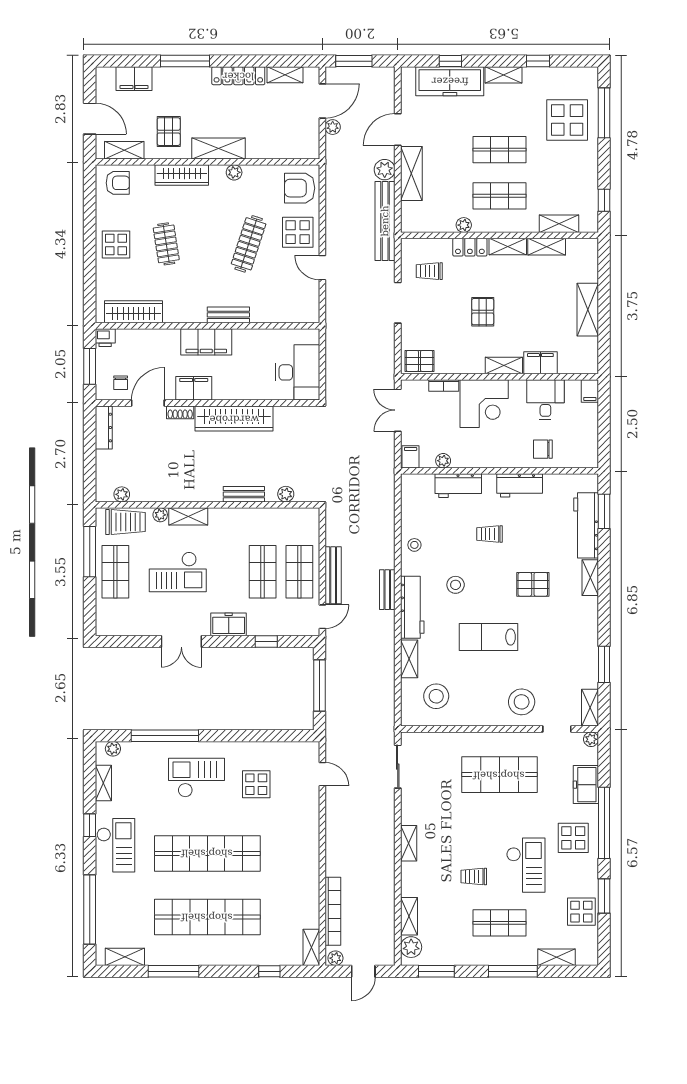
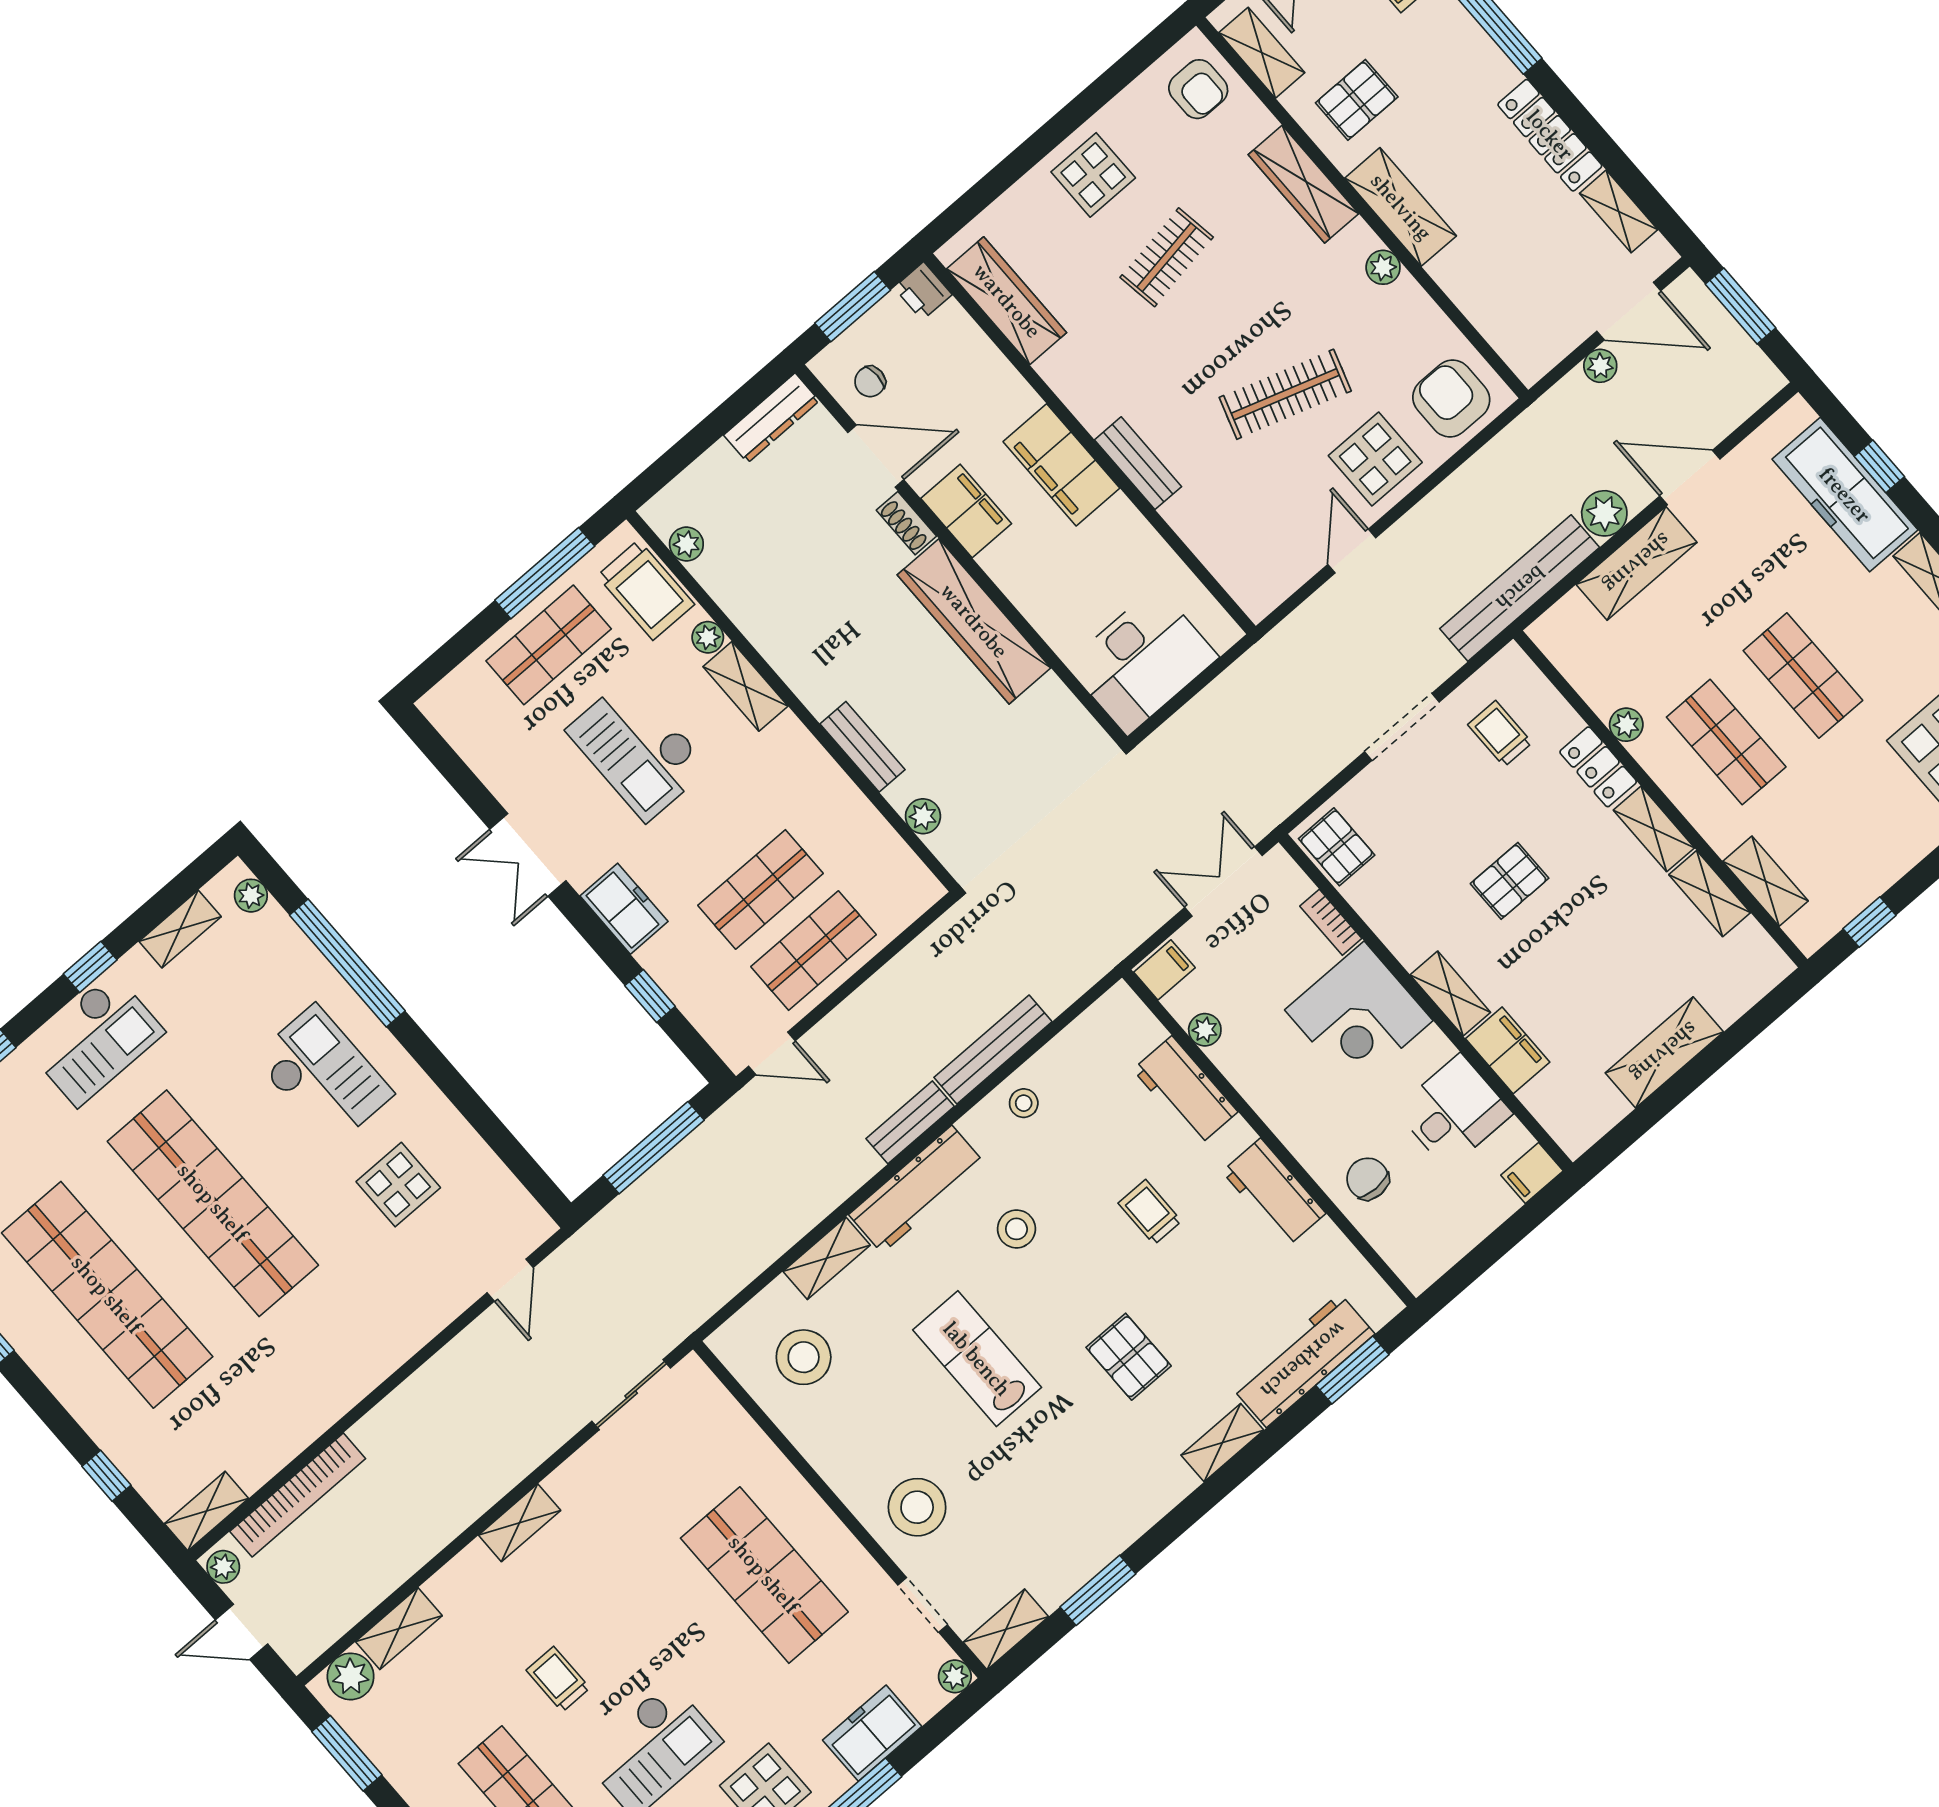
bench: (333, 575) -> (993, 1050), moved

